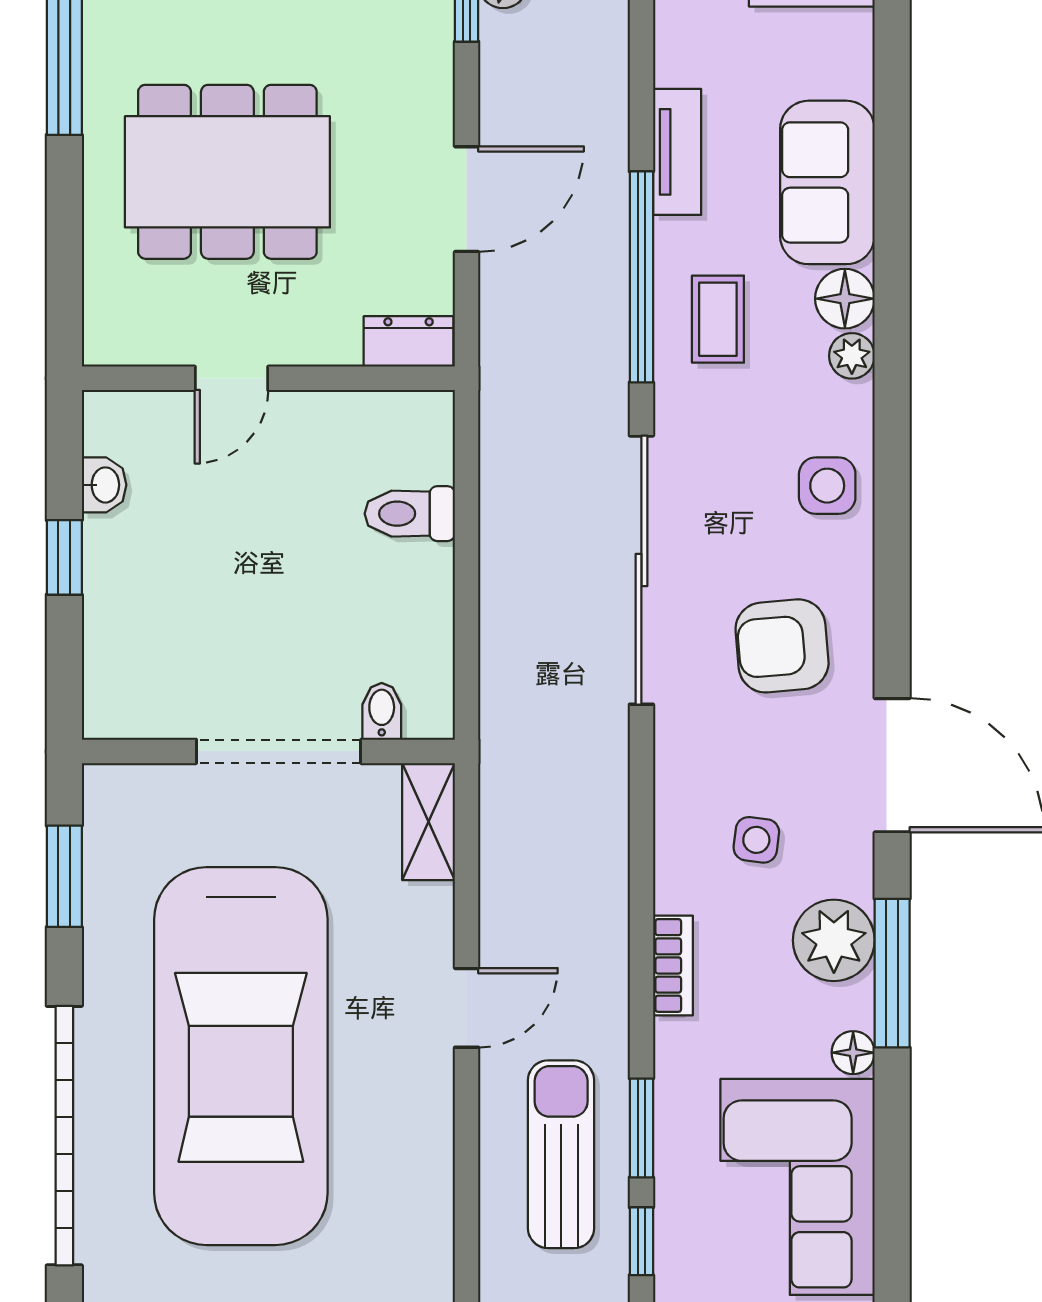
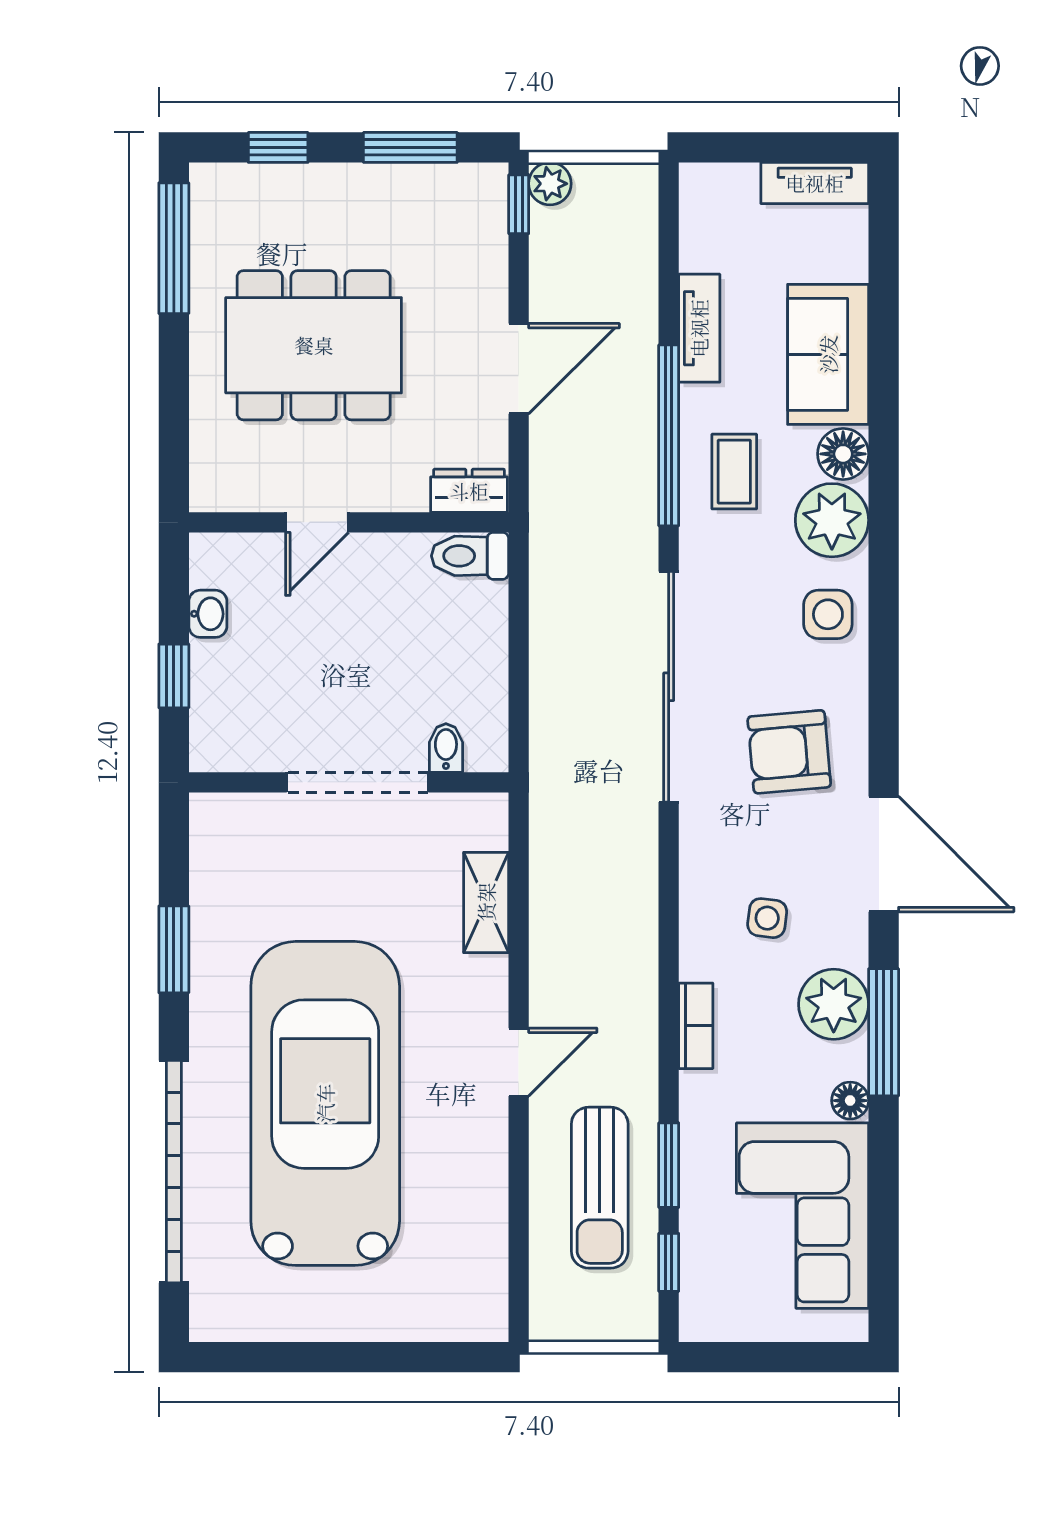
plant: (852, 356) -> (832, 520), width x1.87, depth x1.87
toilet: (410, 514) -> (470, 556), moved
bidet: (382, 711) -> (446, 748), moved
wall: (268, 751) -> (349, 782), moved
doorway: (279, 751) -> (358, 782), moved
car: (241, 1056) -> (325, 1103), turned 180
sun lounger: (561, 1154) -> (600, 1188), turned 180

